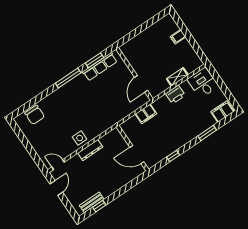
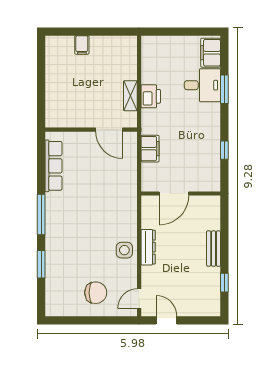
window: (94, 60) -> (41, 264), moved
shelving: (177, 77) -> (130, 96), moved
desk: (203, 83) -> (202, 85), moved, turned 180
chair: (35, 115) -> (96, 293), moved
door: (137, 155) -> (174, 194), moved
bench: (92, 202) -> (214, 249), moved

